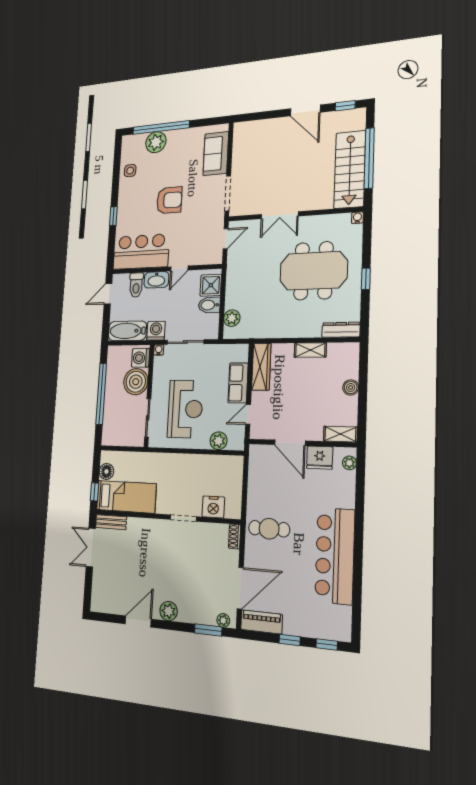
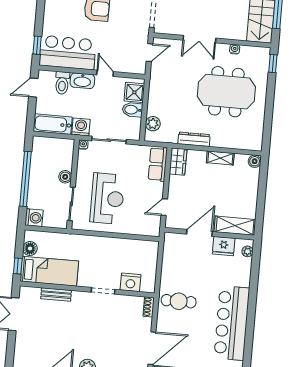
window: (113, 216) -> (37, 45), moved
water cooler: (357, 218) -> (235, 49), moved
door: (179, 268) -> (105, 73), swing flipped
window: (366, 279) -> (273, 64), moved
dresser: (341, 330) -> (194, 139), moved
washing machine: (141, 358) -> (34, 218), moved, turned 180
wardrobe: (261, 367) -> (178, 162), width x0.67
boiler: (136, 382) -> (65, 177), width x0.54, depth x0.54
row of seats: (238, 383) -> (158, 164), moved
boiler: (351, 387) -> (255, 161), moved
shelving: (340, 434) -> (235, 226), width x1.50, depth x1.33
plant: (219, 441) -> (137, 228), removed
door: (290, 443) -> (199, 233), swing flipped
bench: (111, 522) -> (56, 295), moved

